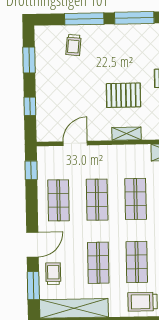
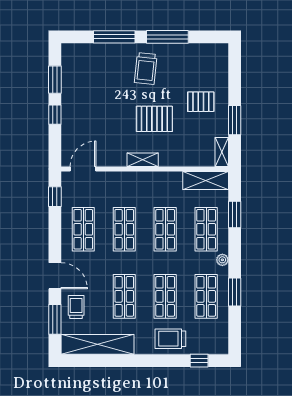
trolley: (73, 45) -> (146, 68), moved, width x1.36, depth x1.39
window: (30, 106) -> (55, 115), moved
shelving: (127, 134) -> (143, 160), moved
door: (75, 143) -> (83, 169), moved
door: (33, 245) -> (55, 276), hinge flipped

